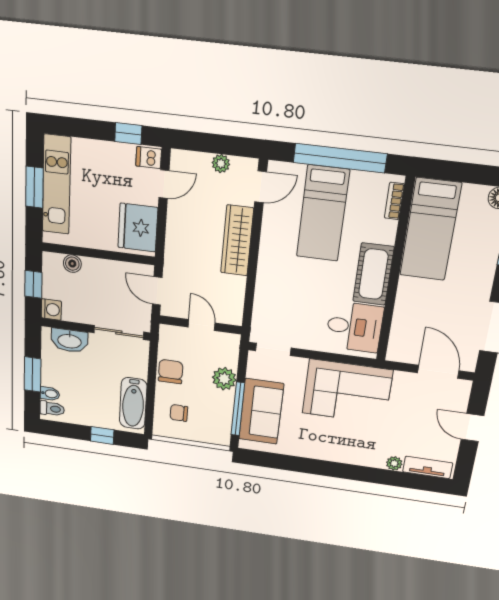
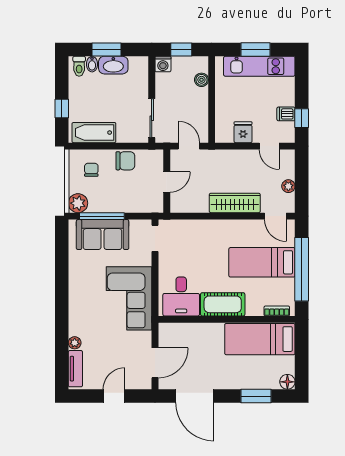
dishwasher: (149, 158) -> (286, 114), moved, turned -90
fridge: (138, 228) -> (243, 132), width x0.53, depth x0.75
door: (157, 291) -> (189, 146), hinge flipped
washbasin: (69, 341) -> (113, 65), moved, turned -90
plant: (224, 379) -> (78, 203), moved

